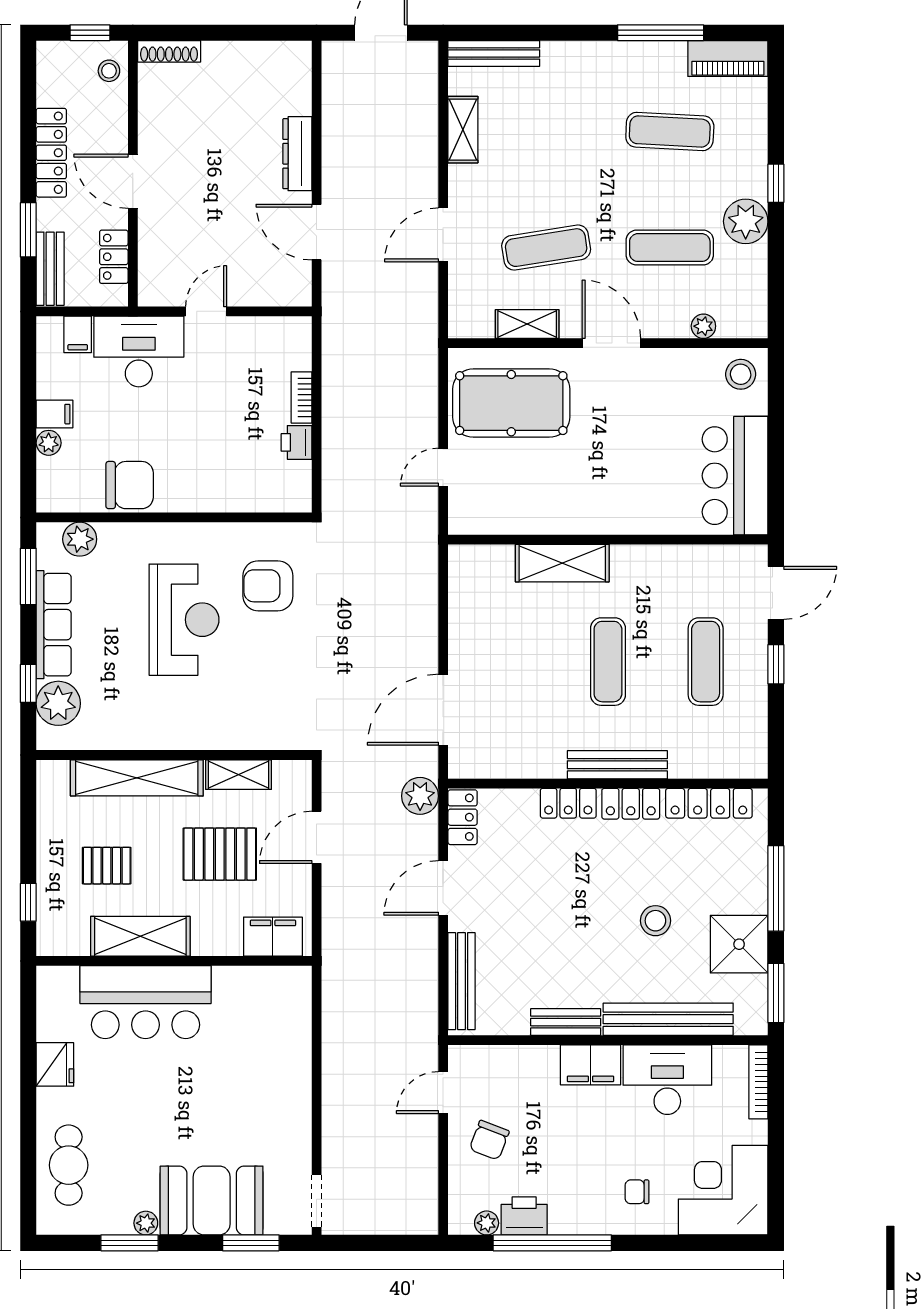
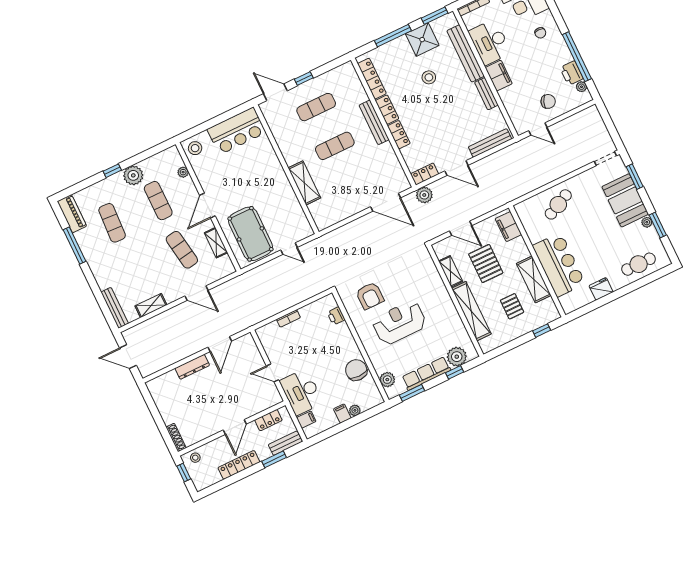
printer: (296, 442) -> (336, 316), moved, turned 90
cafe table: (269, 1060) -> (558, 204), added

